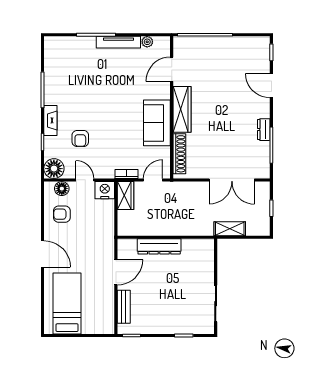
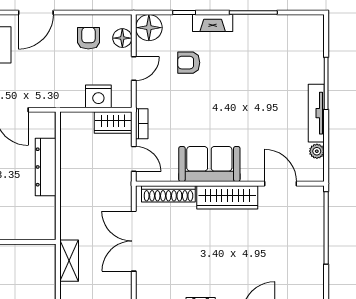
double door: (232, 180) -> (134, 241), moved
nightstand: (105, 190) -> (98, 96), moved, turned 90

